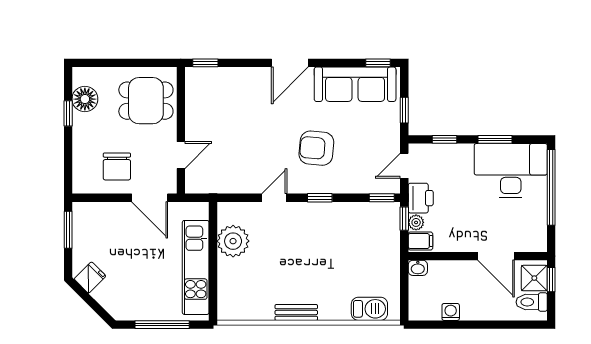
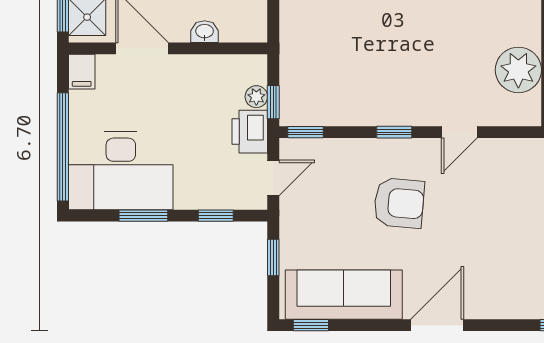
filing cabinet: (420, 241) -> (82, 72), moved, turned -90
washbasin: (418, 268) -> (205, 32), moved

